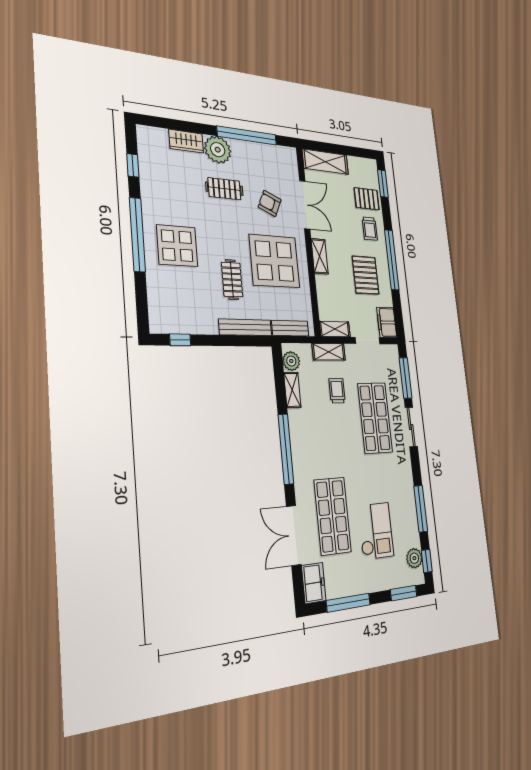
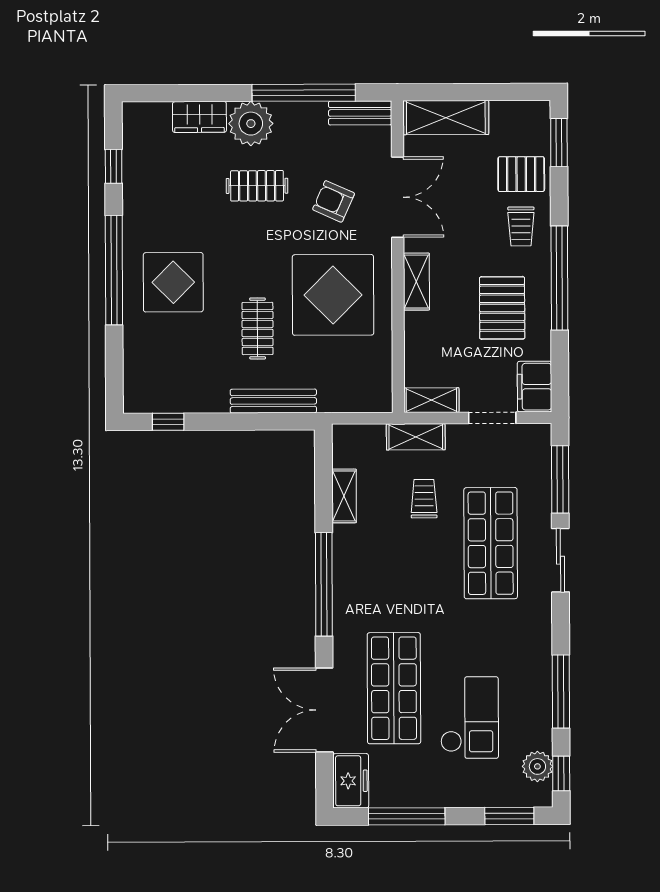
bench: (290, 328) -> (360, 113), moved
plant: (291, 361) -> (347, 452), removed

